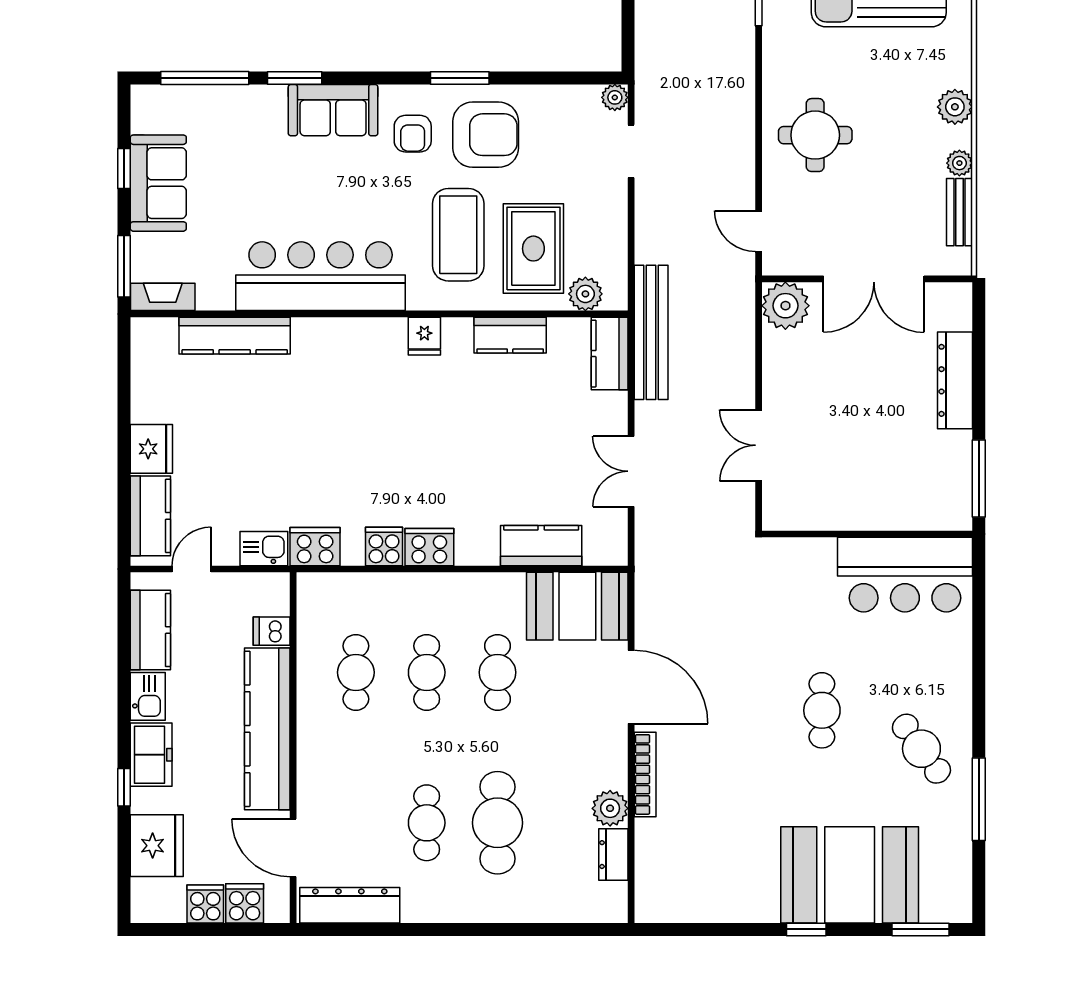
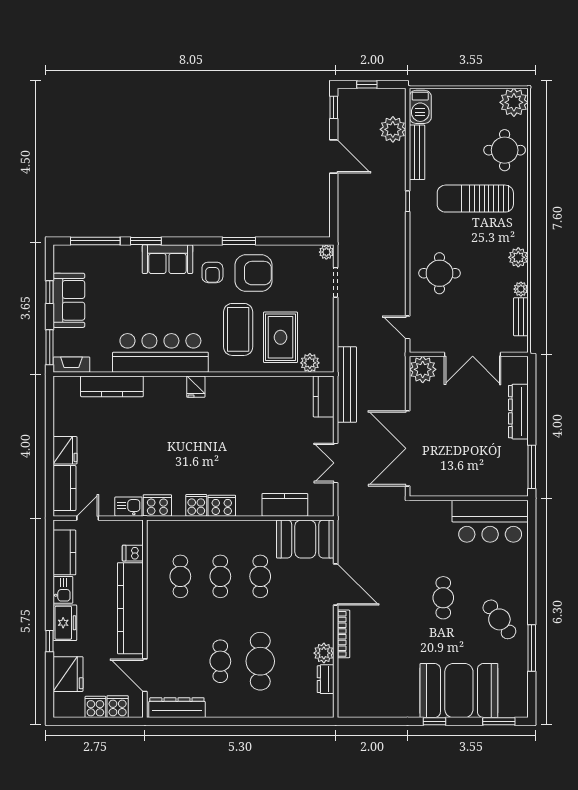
kitchen counter: (510, 335) -> (267, 386), removed
fridge: (424, 336) -> (196, 387), moved
double door: (759, 445) -> (408, 448), width x1.87

